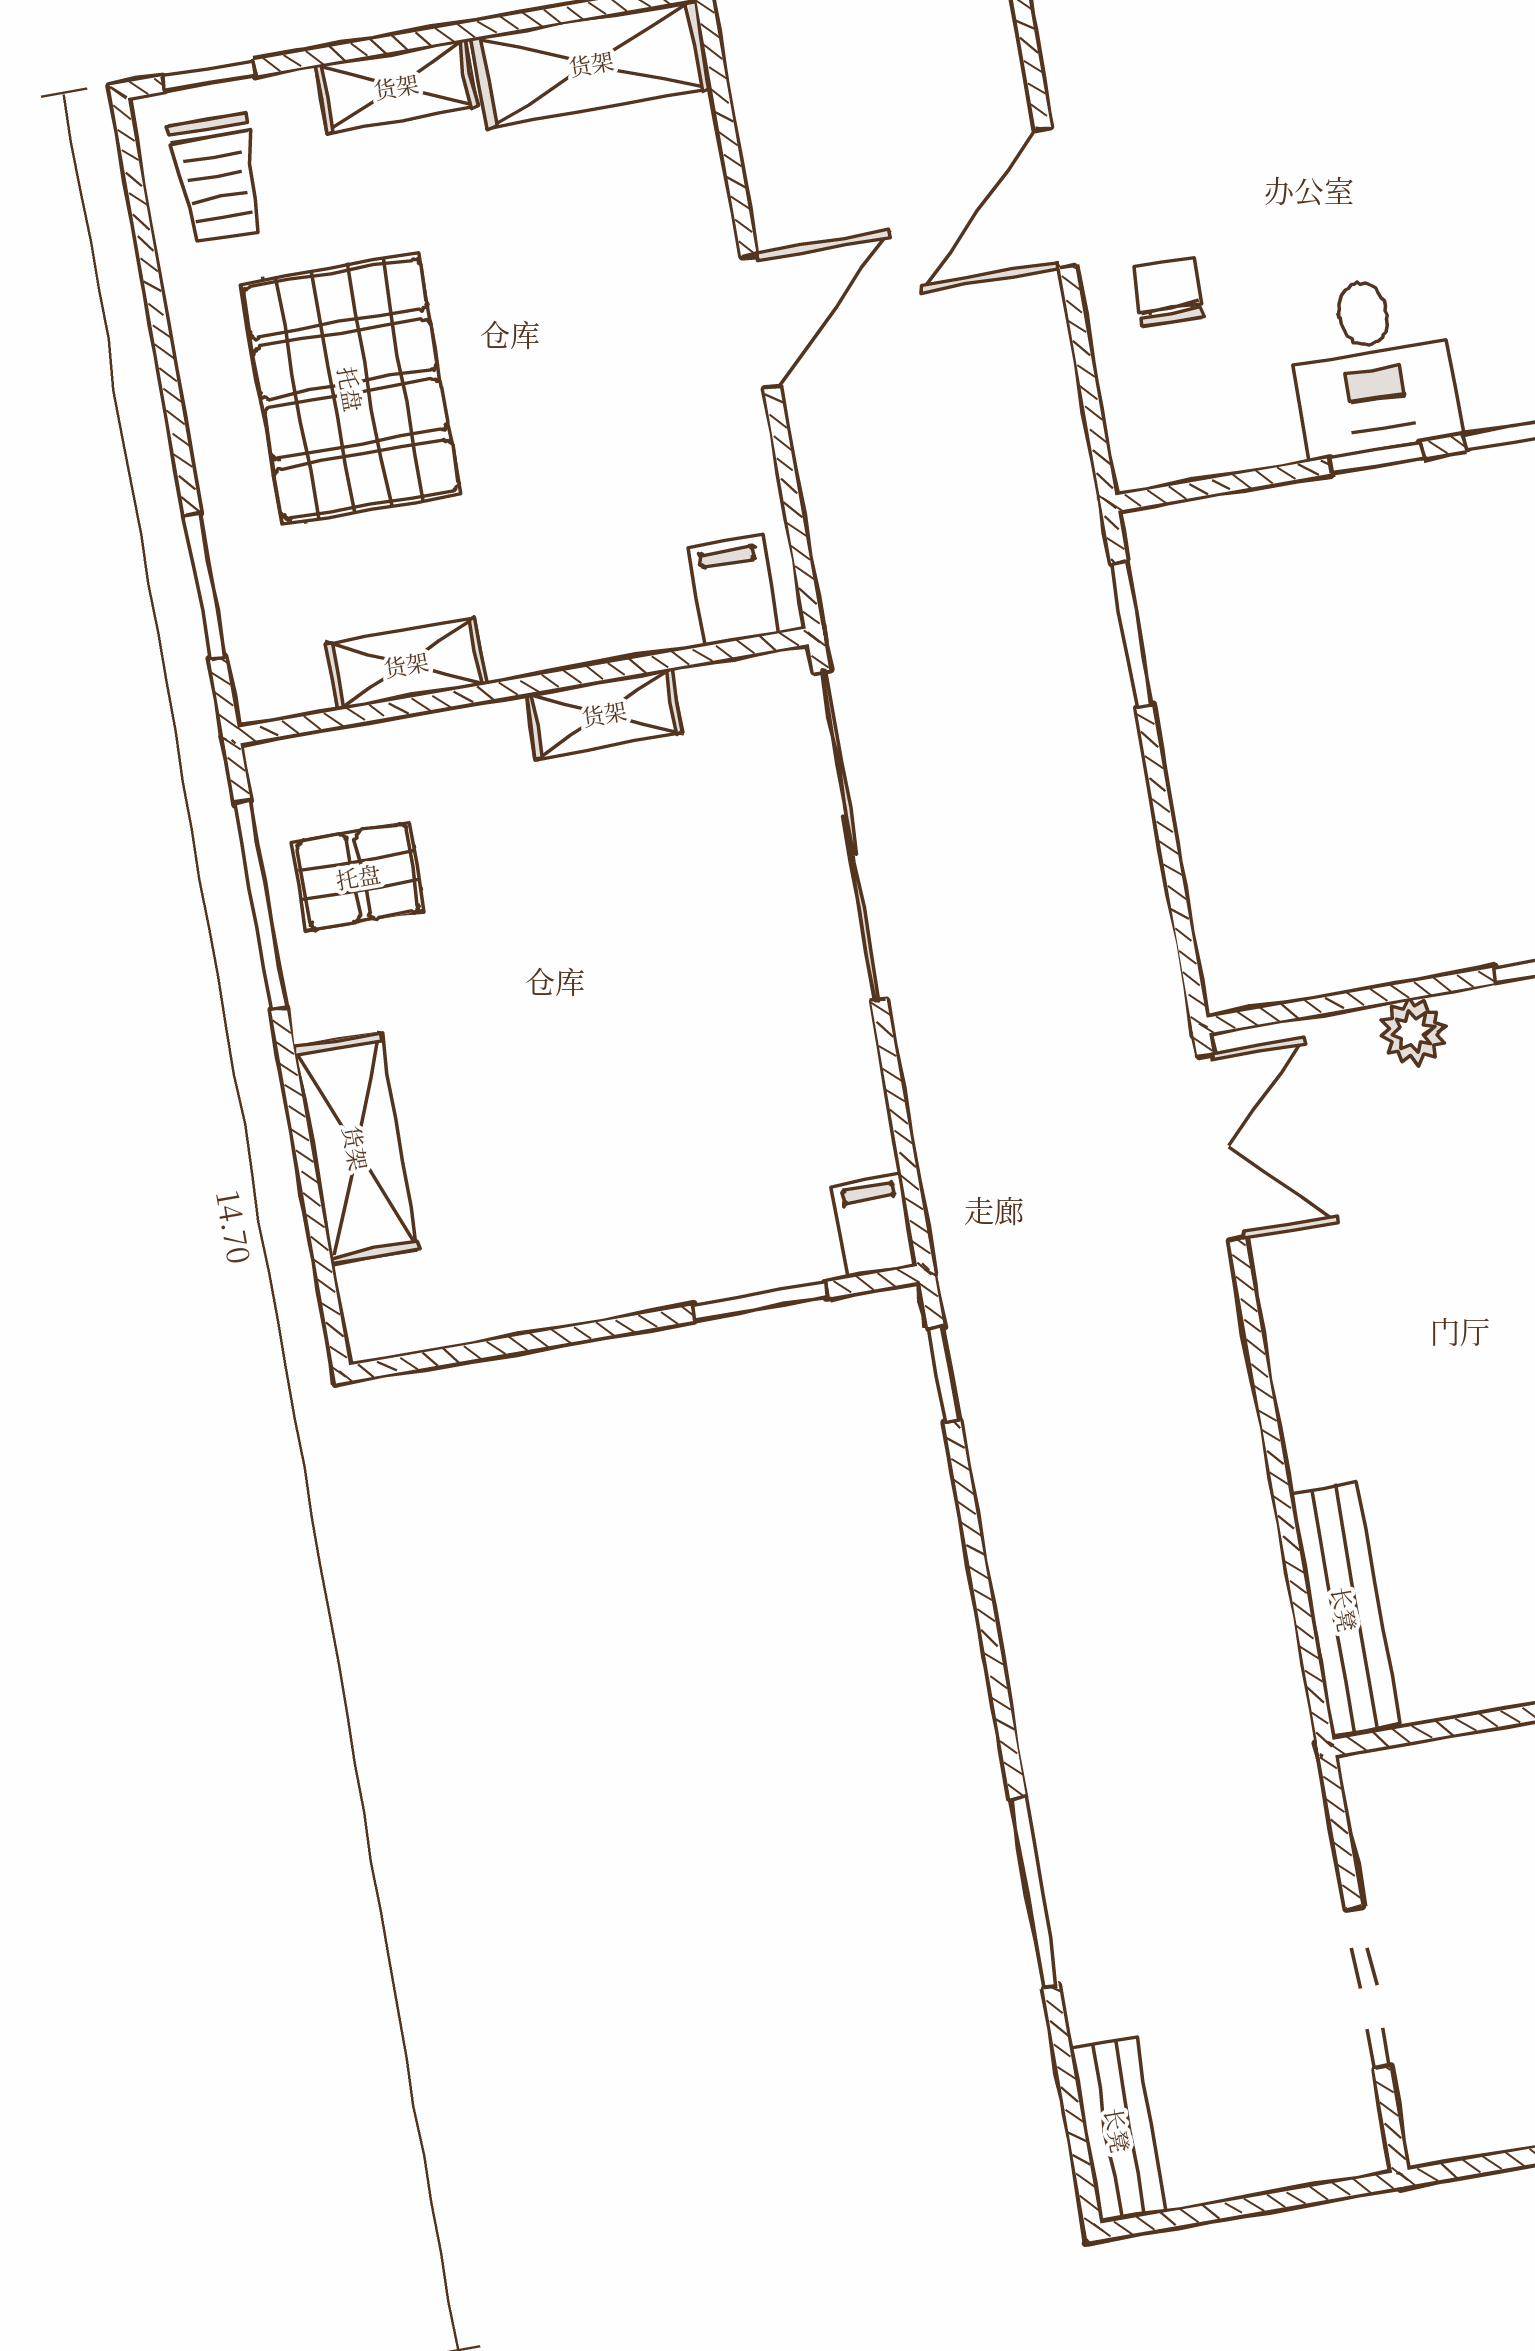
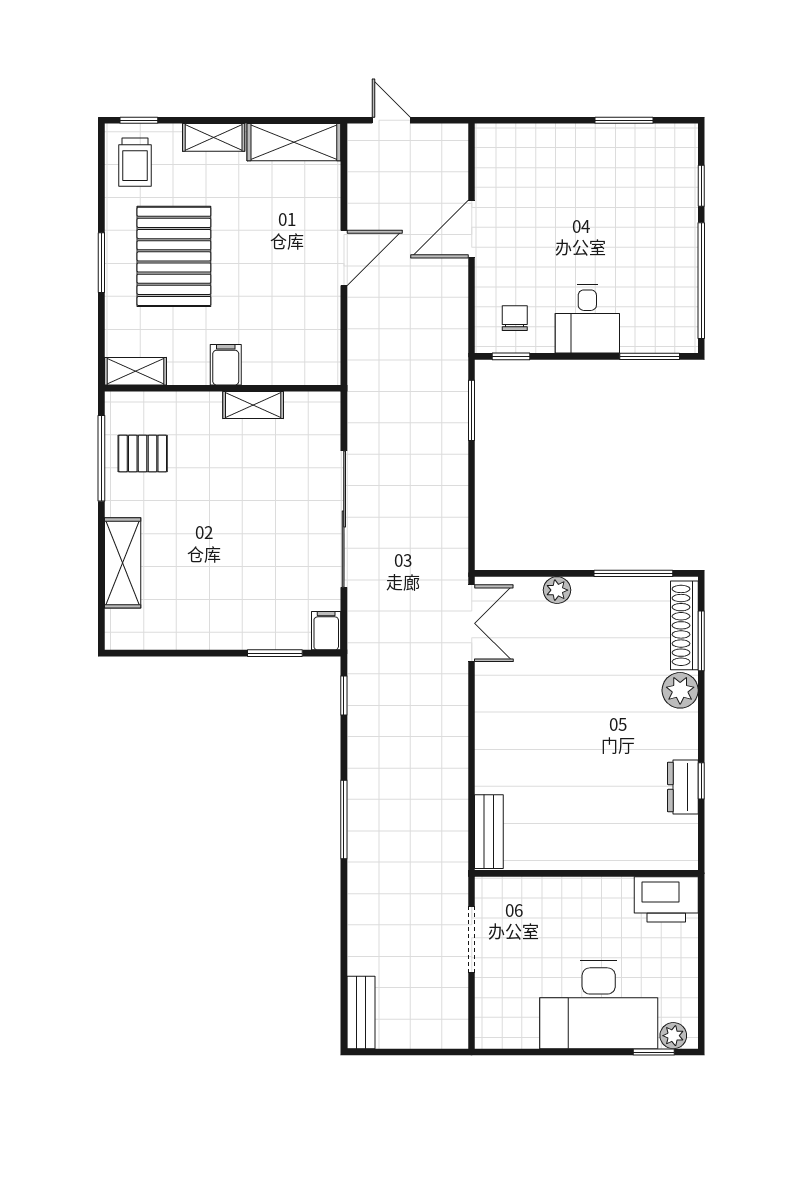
chair: (1168, 292) -> (515, 318), moved
window: (1376, 458) -> (511, 356), moved
window: (205, 586) -> (101, 263), moved
filing cabinet: (733, 591) -> (226, 365), moved
shelving: (406, 664) -> (135, 371), moved
sliding door: (850, 836) -> (344, 519), moved
bench: (1345, 1609) -> (489, 832), width x0.73
window: (1035, 1892) -> (344, 820), moved
doorway: (1368, 1988) -> (472, 940), moved

